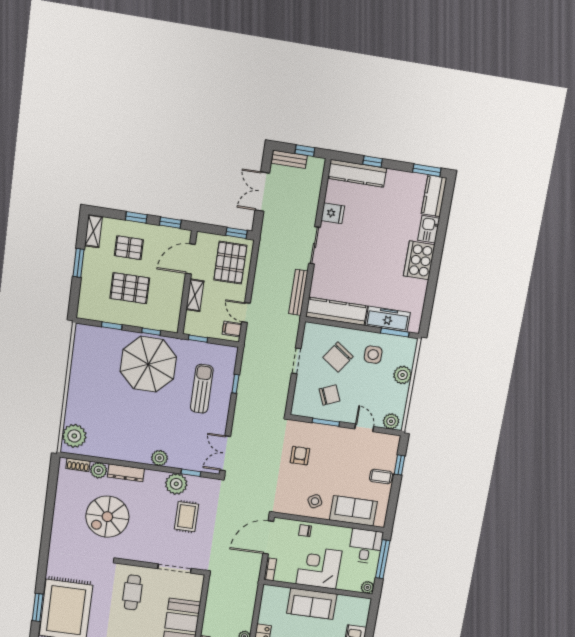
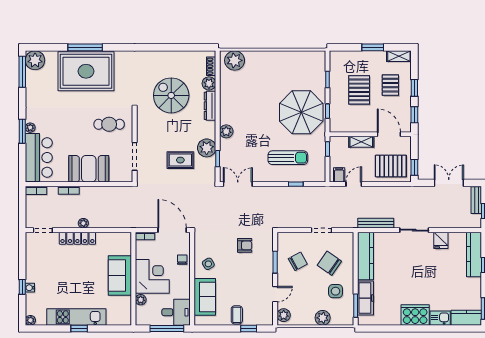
chair: (329, 395) -> (298, 261), turned -96
plant: (367, 587) -> (141, 300), moved
window: (38, 607) -> (85, 47), width x1.44

